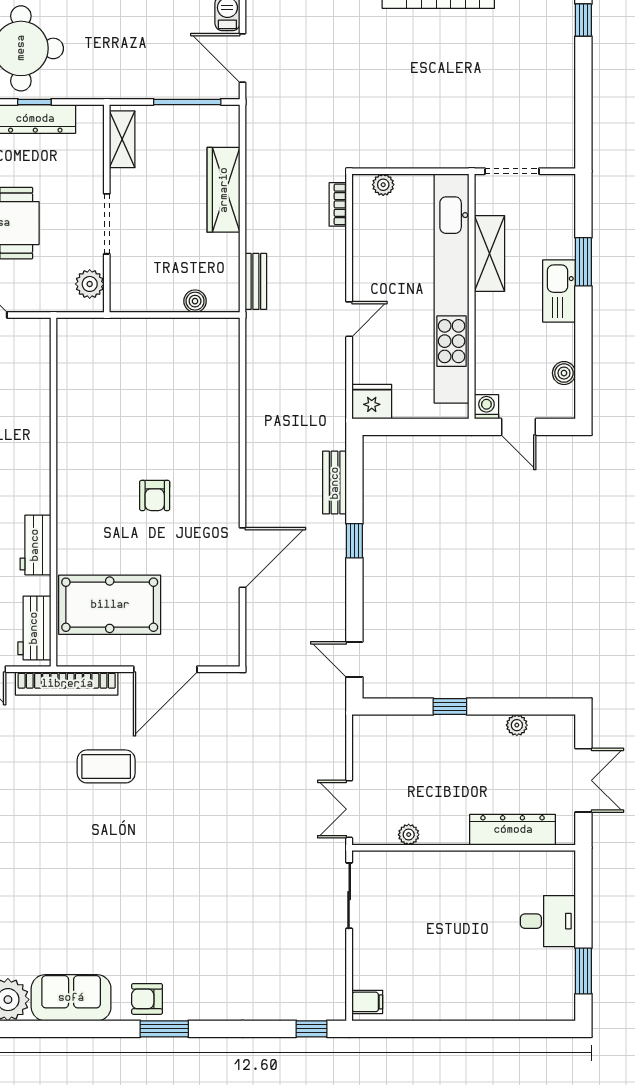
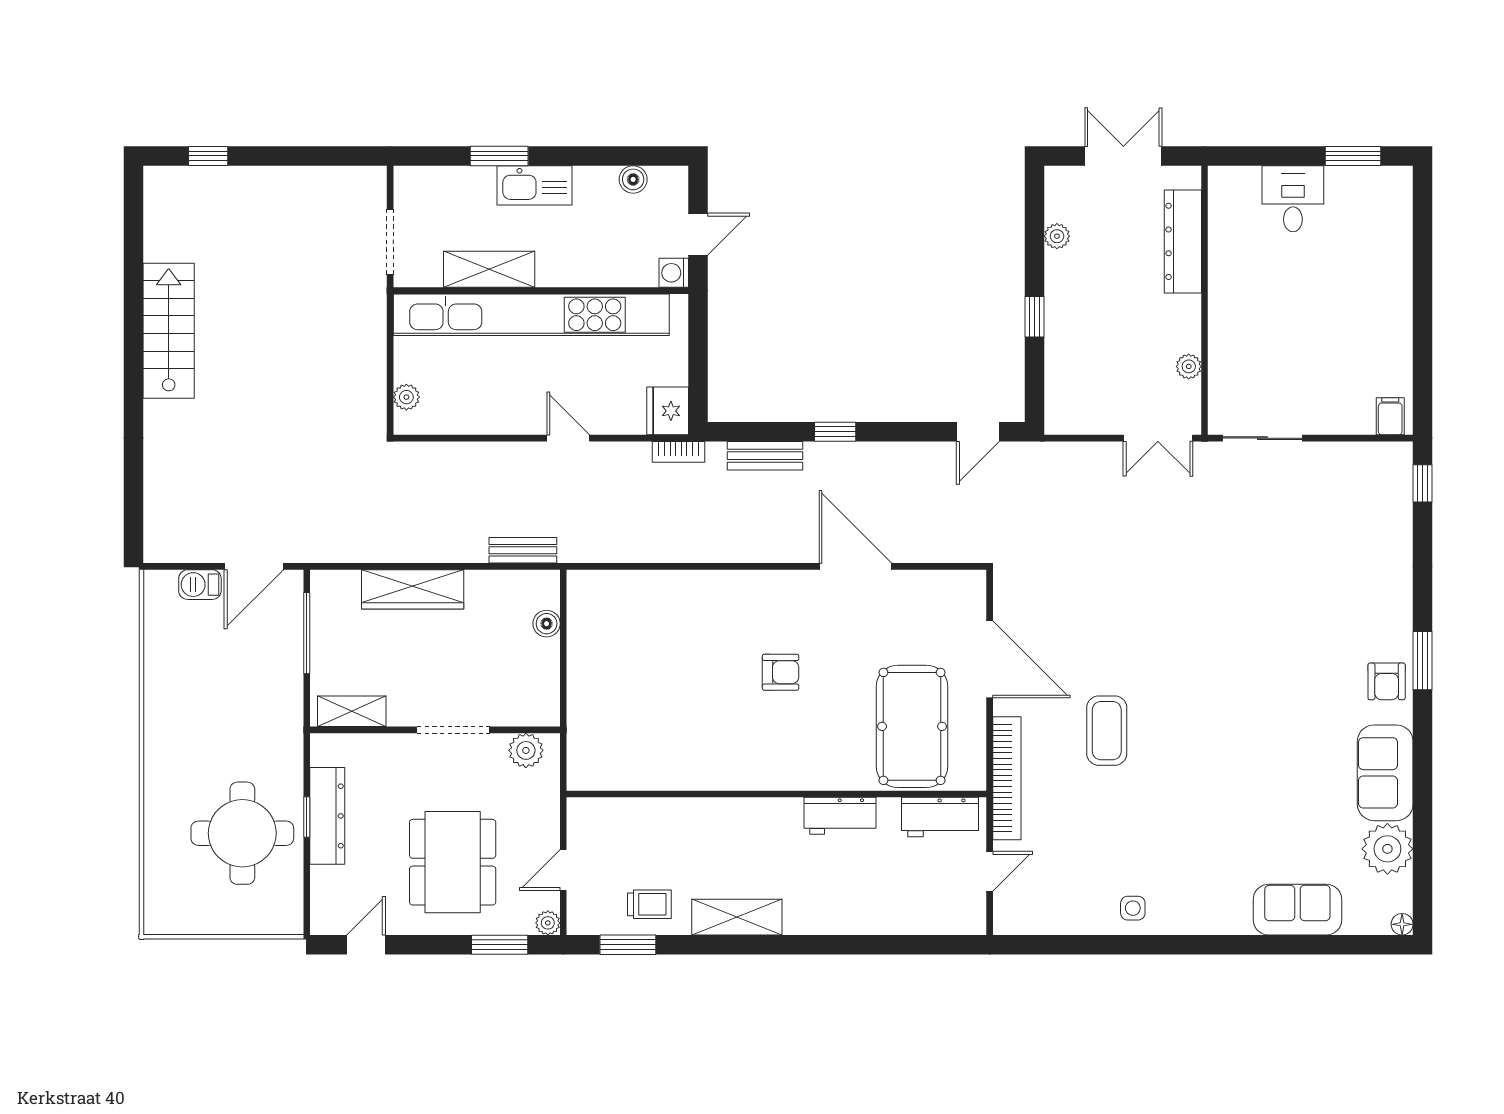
bookcase: (338, 204) -> (679, 452), moved

